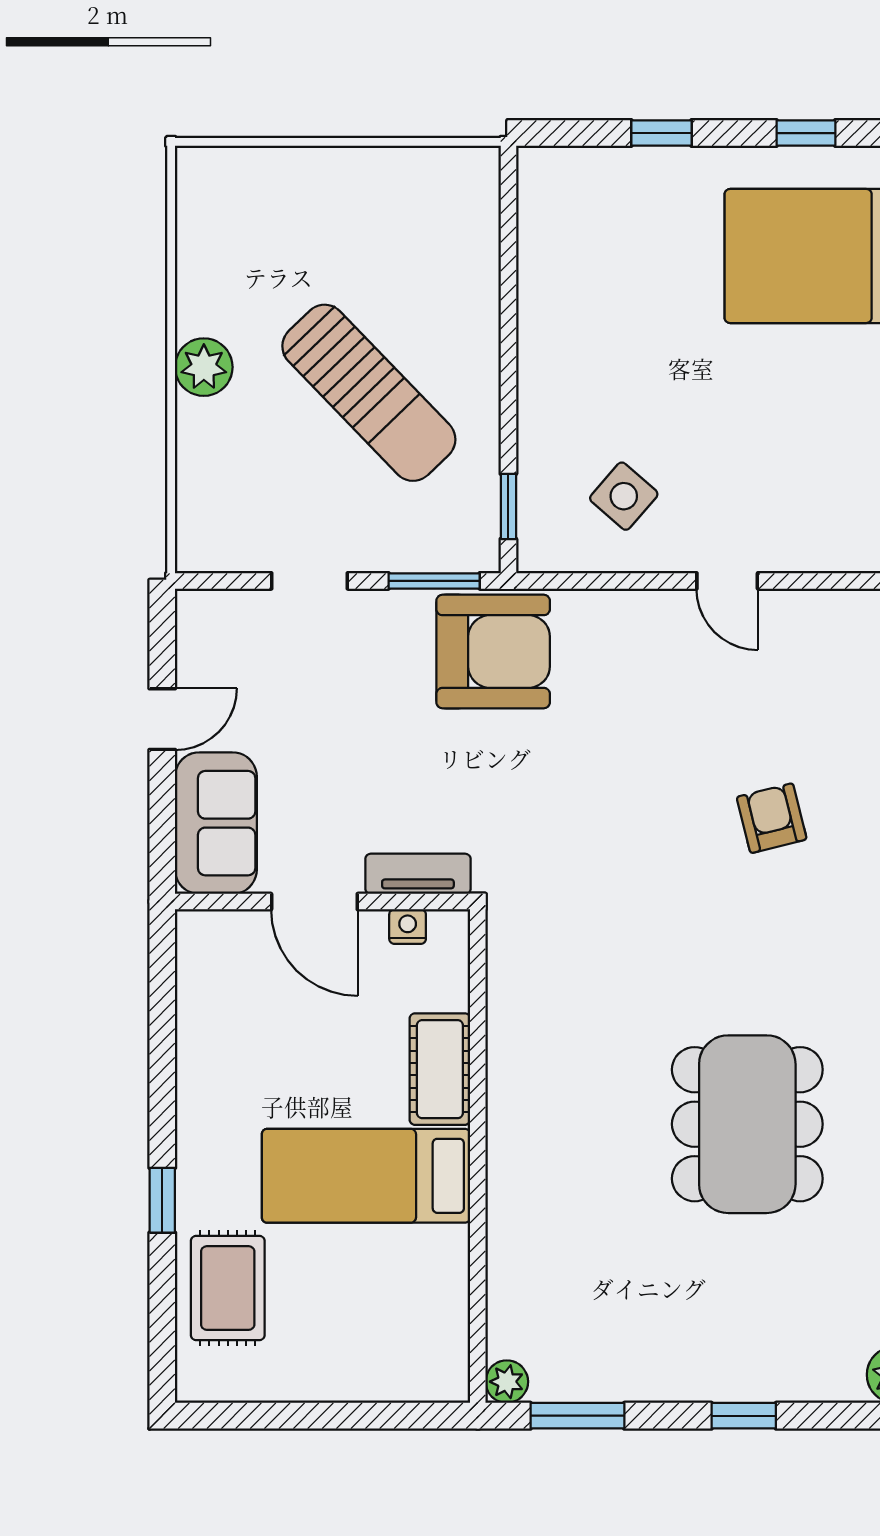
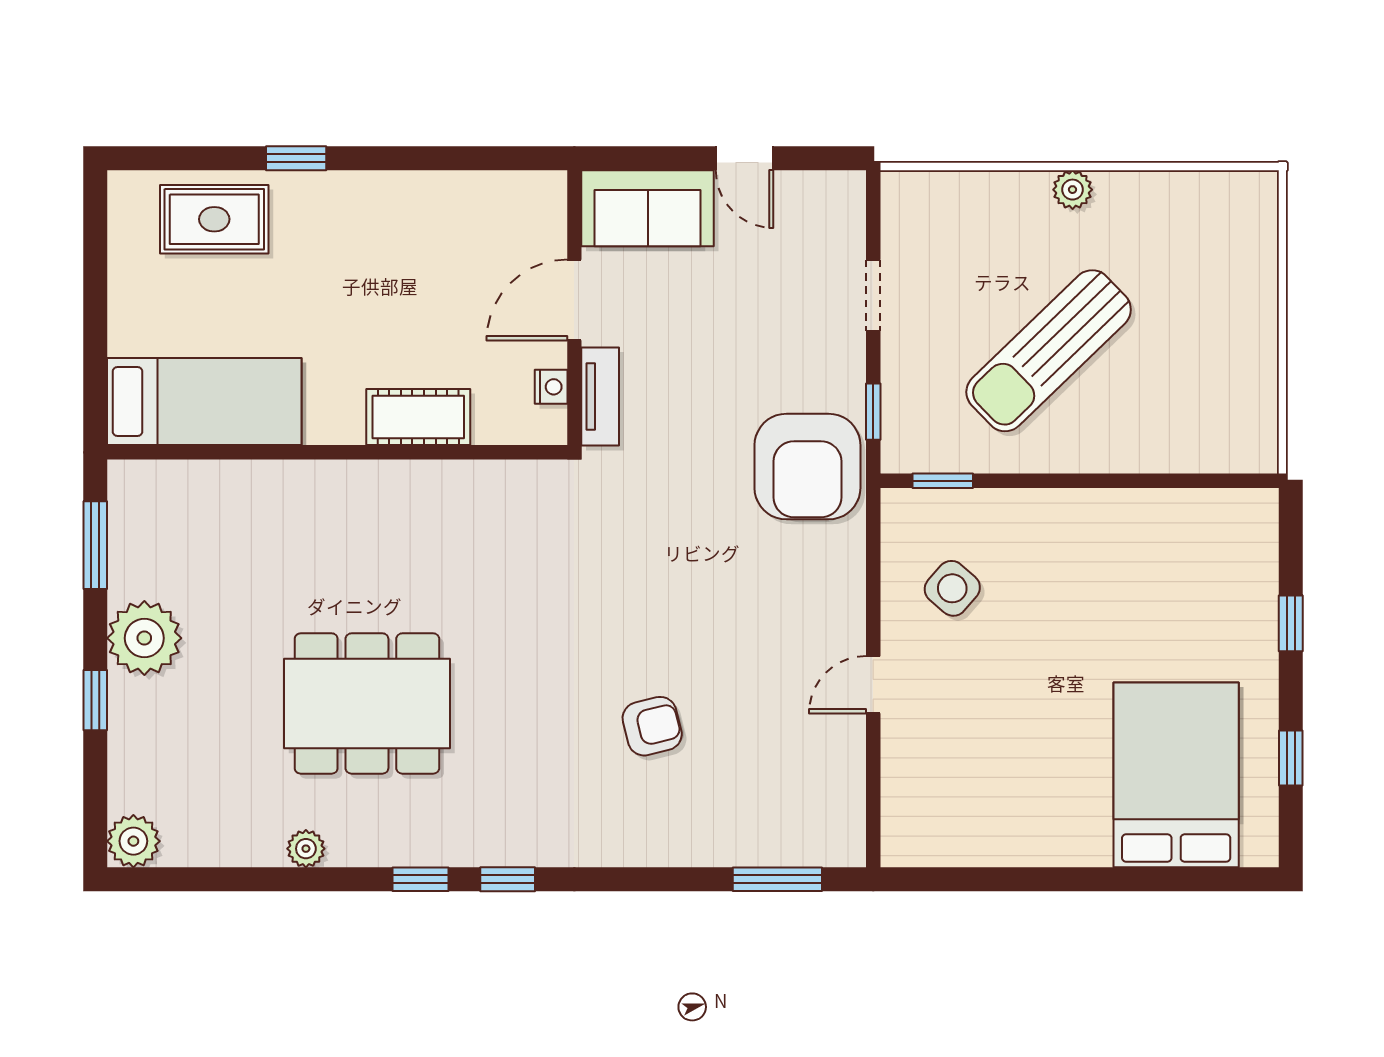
plant: (204, 367) -> (1073, 190), width x0.73, depth x0.73
window: (434, 581) -> (873, 412), width x0.67
bed: (366, 1176) -> (204, 402), moved, turned 90
plant: (507, 1382) -> (144, 638), moved, width x1.87, depth x1.87

